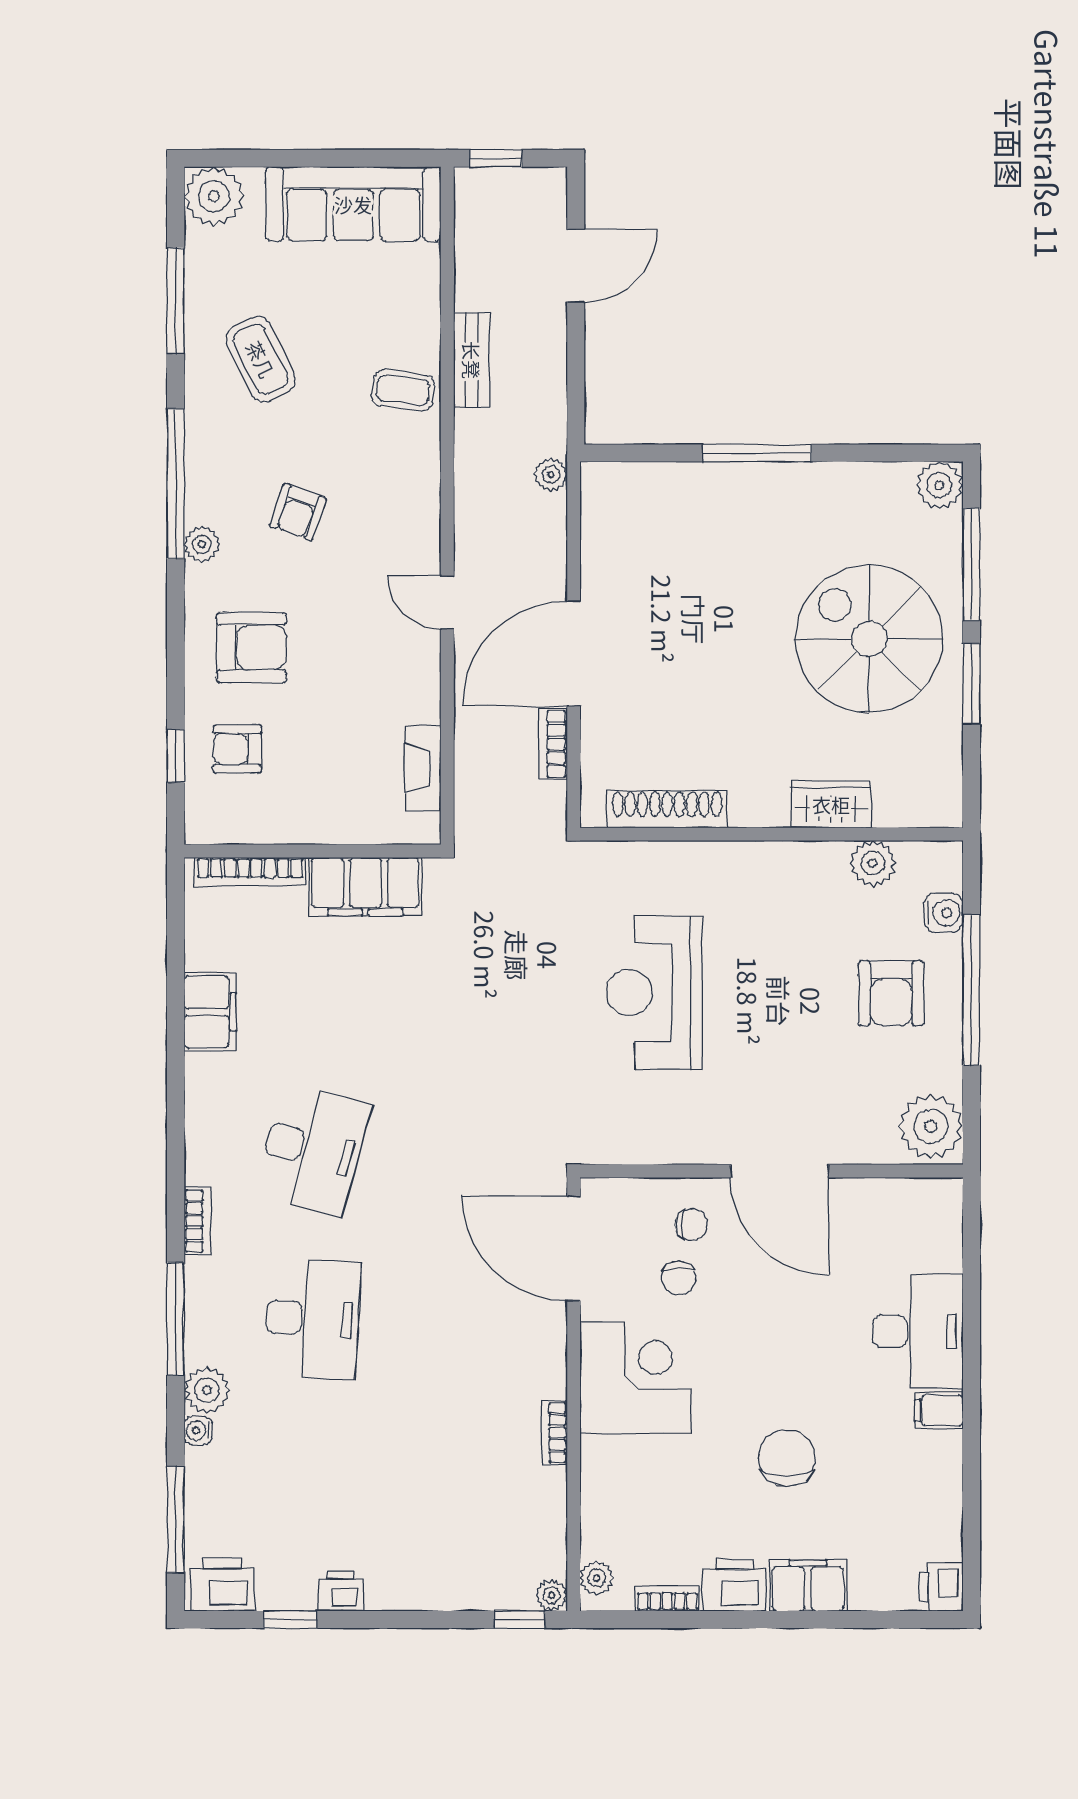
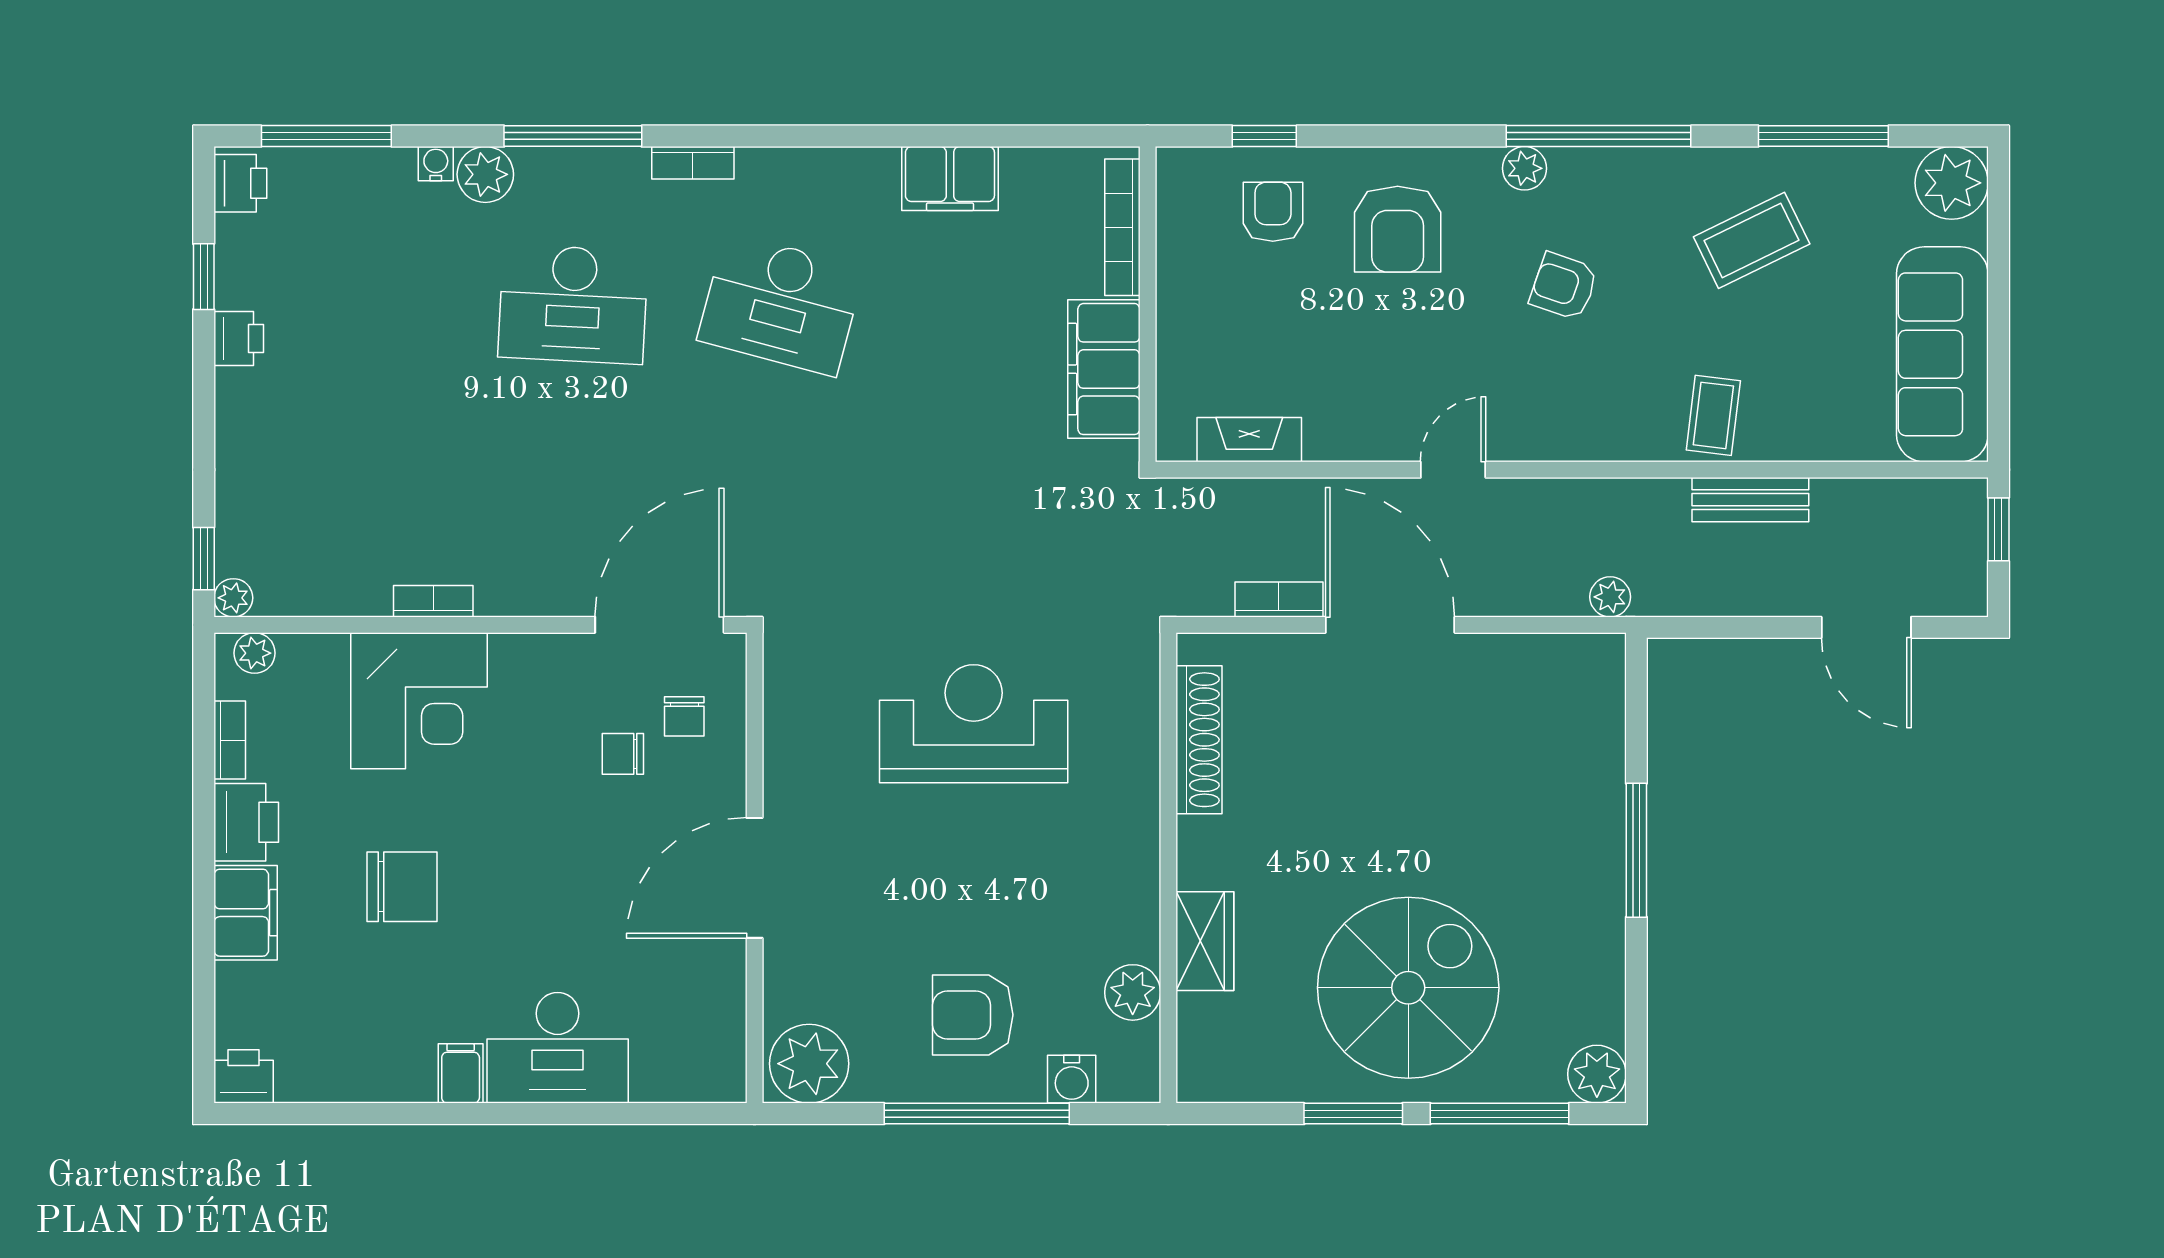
chair: (691, 1225) -> (684, 716), moved
corner desk: (635, 1378) -> (419, 701), moved
printer: (223, 1584) -> (240, 183), width x0.73, depth x0.81

